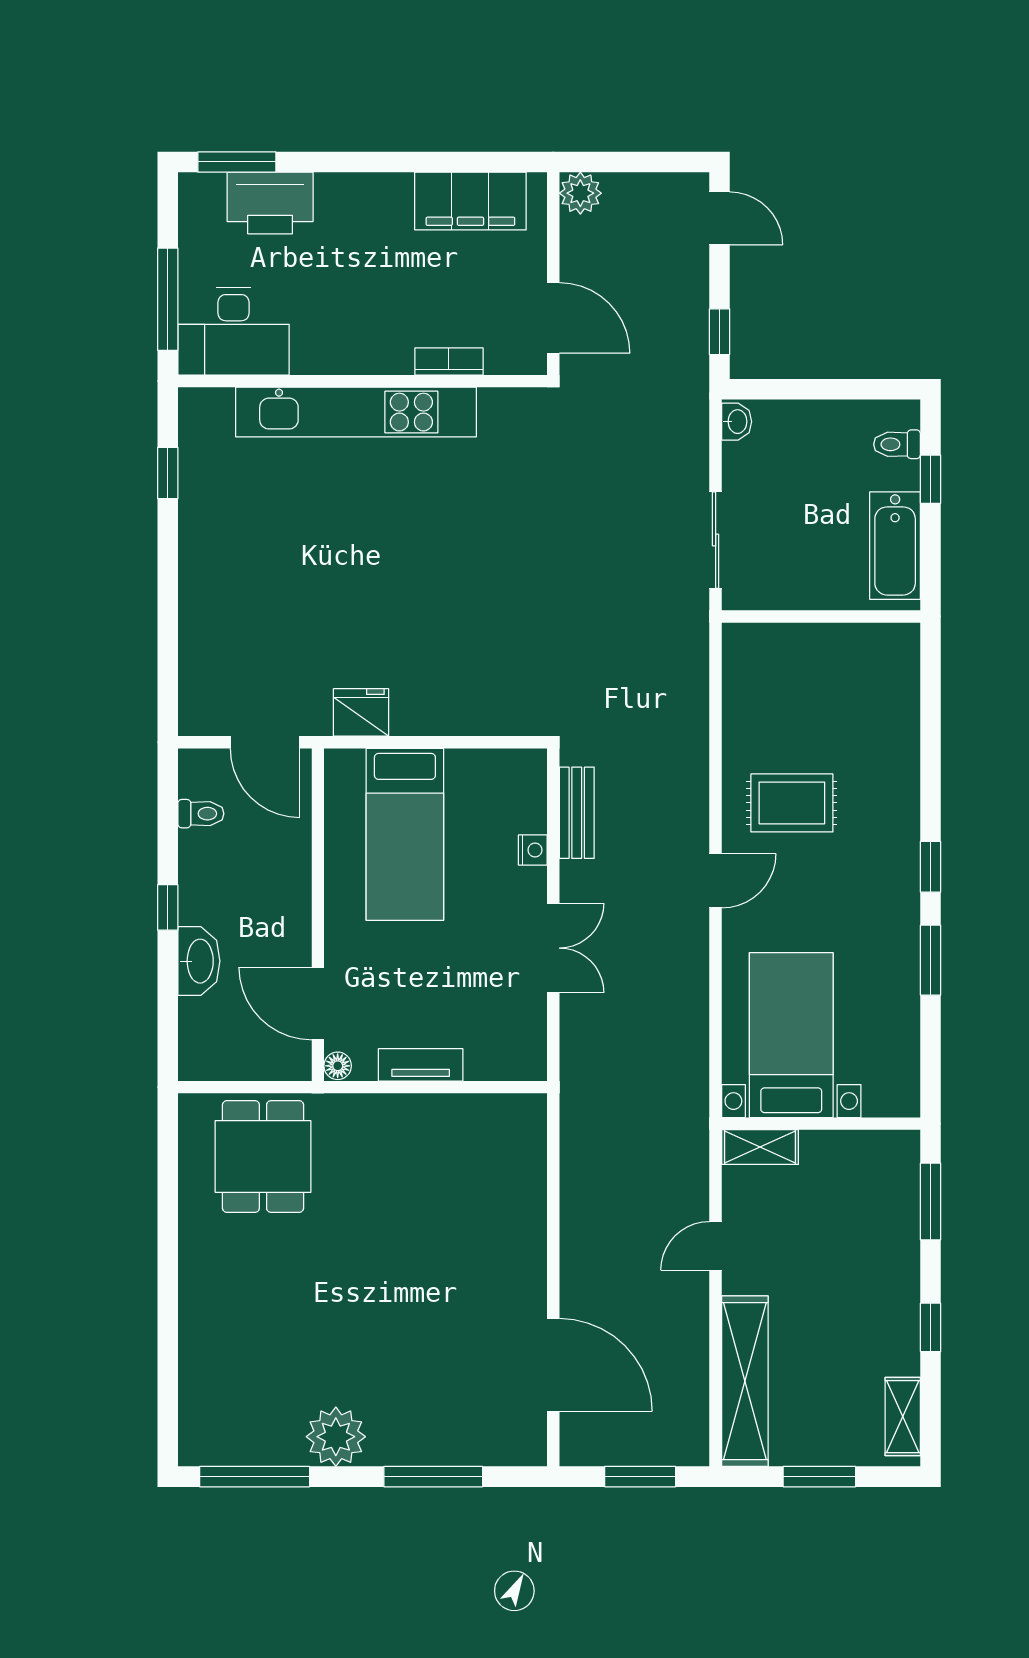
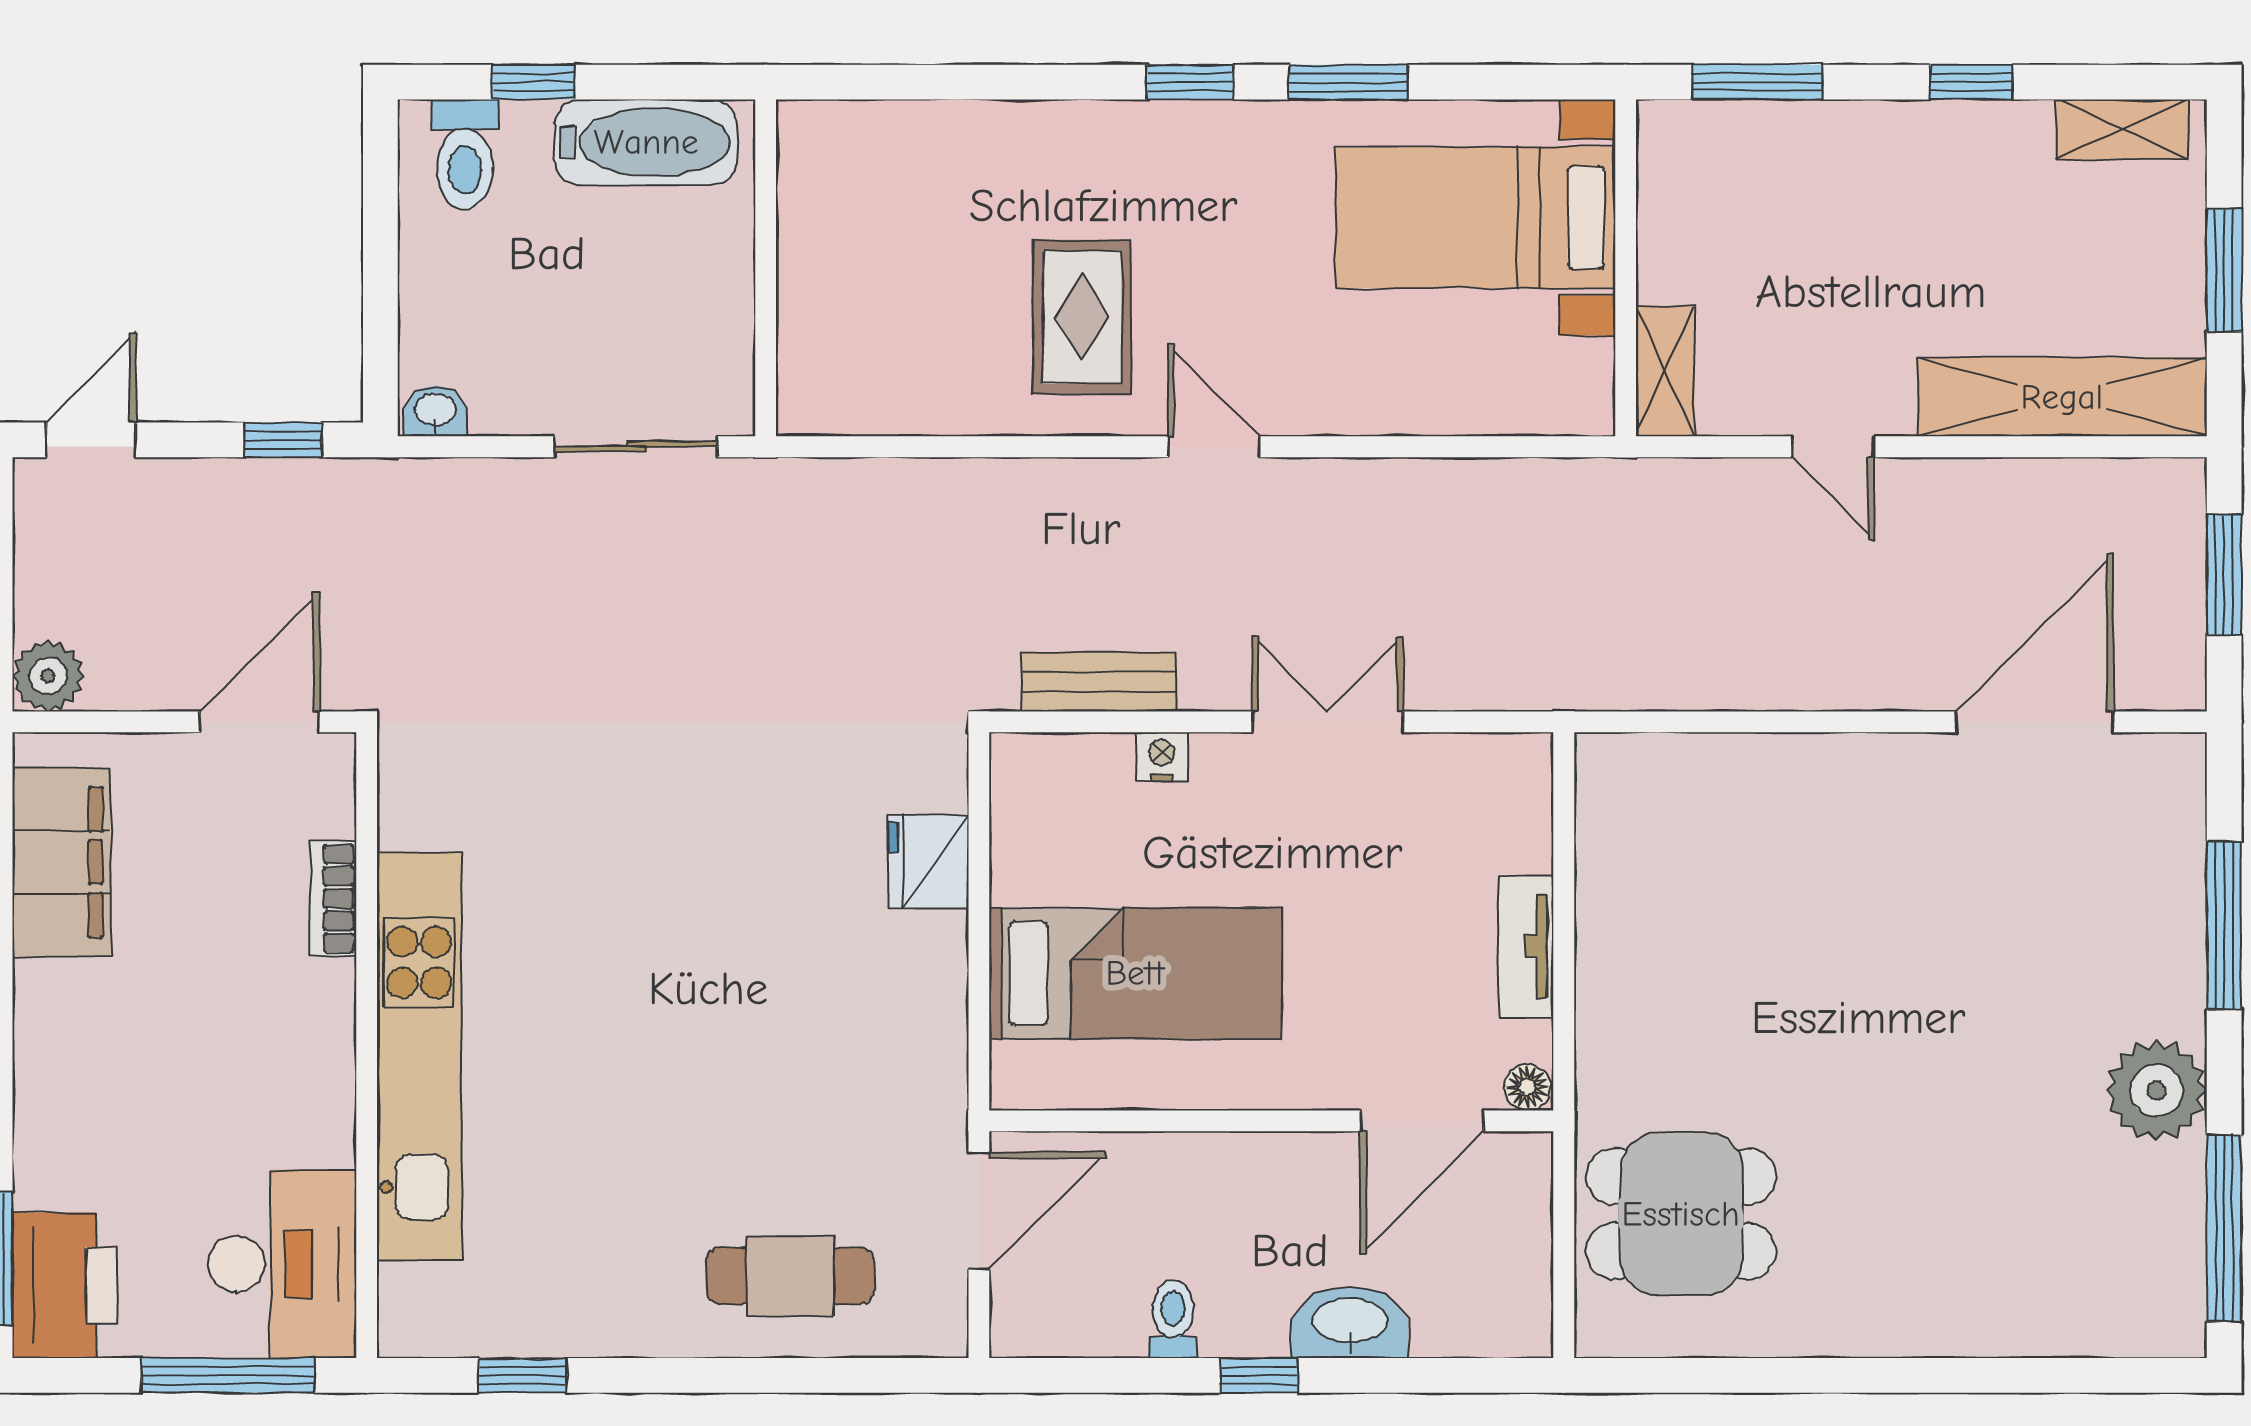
printer: (270, 203) -> (65, 1285), moved
toilet: (897, 444) -> (465, 154), width x1.37, depth x1.39
cafe table: (226, 631) -> (790, 1276), added
fridge: (361, 712) -> (928, 862), moved
toilet: (201, 814) -> (1173, 1319), moved
bed with nightstands: (791, 1035) -> (1476, 217), moved

